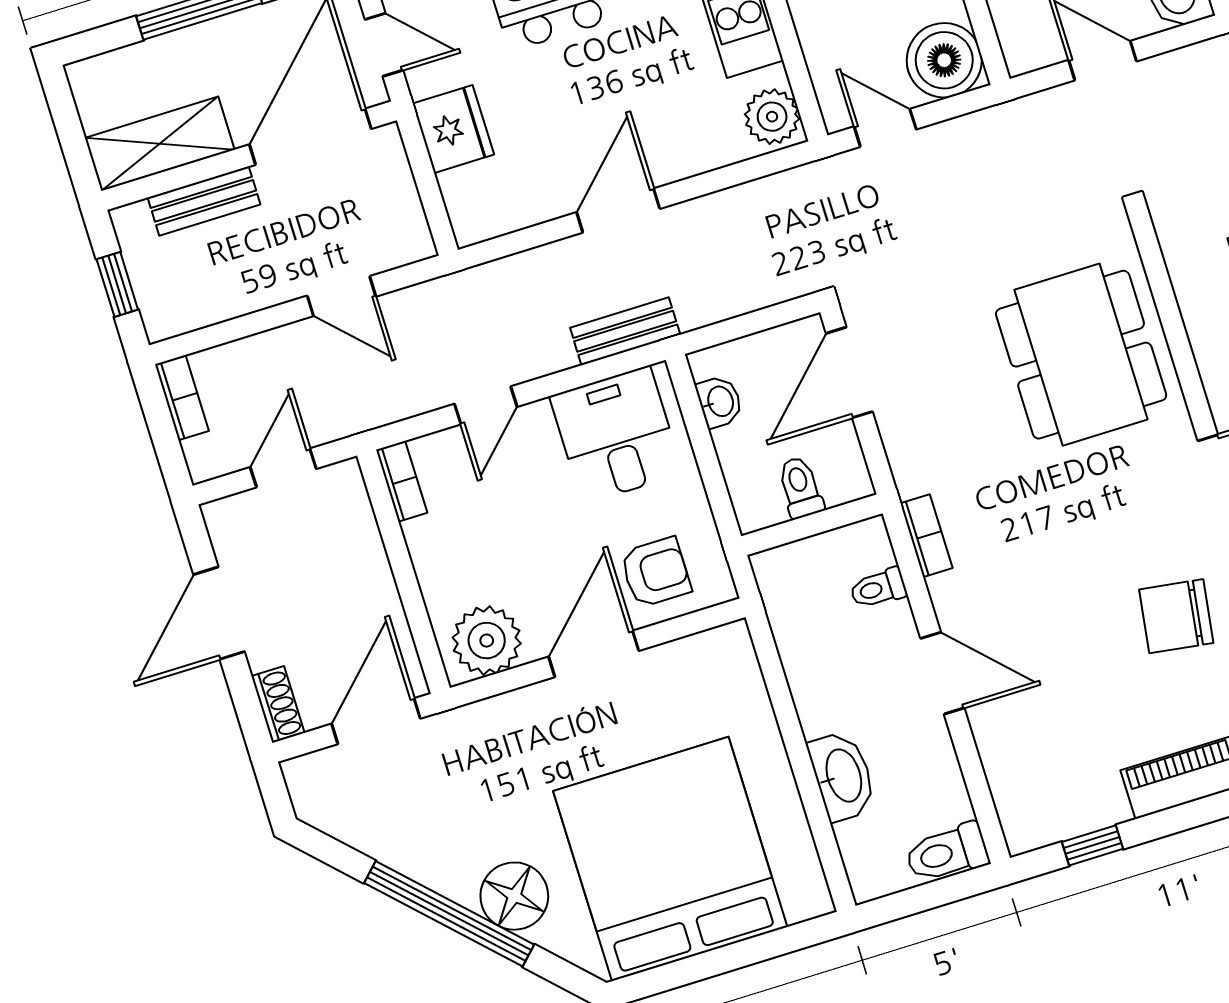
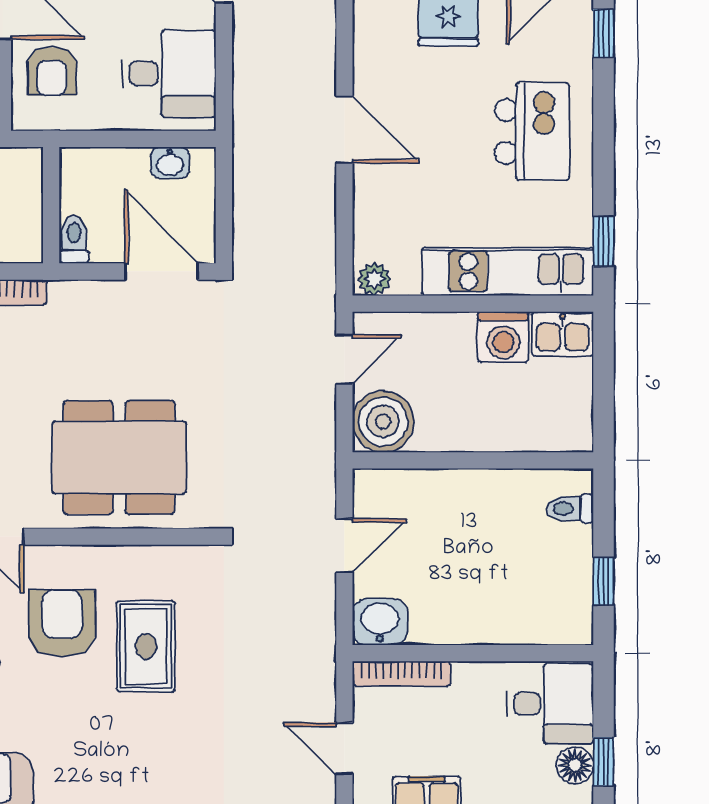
plant: (772, 117) -> (374, 279), width x0.73, depth x0.73
bench: (625, 331) -> (248, 106), removed
toilet: (800, 487) -> (74, 239), moved, turned -90

